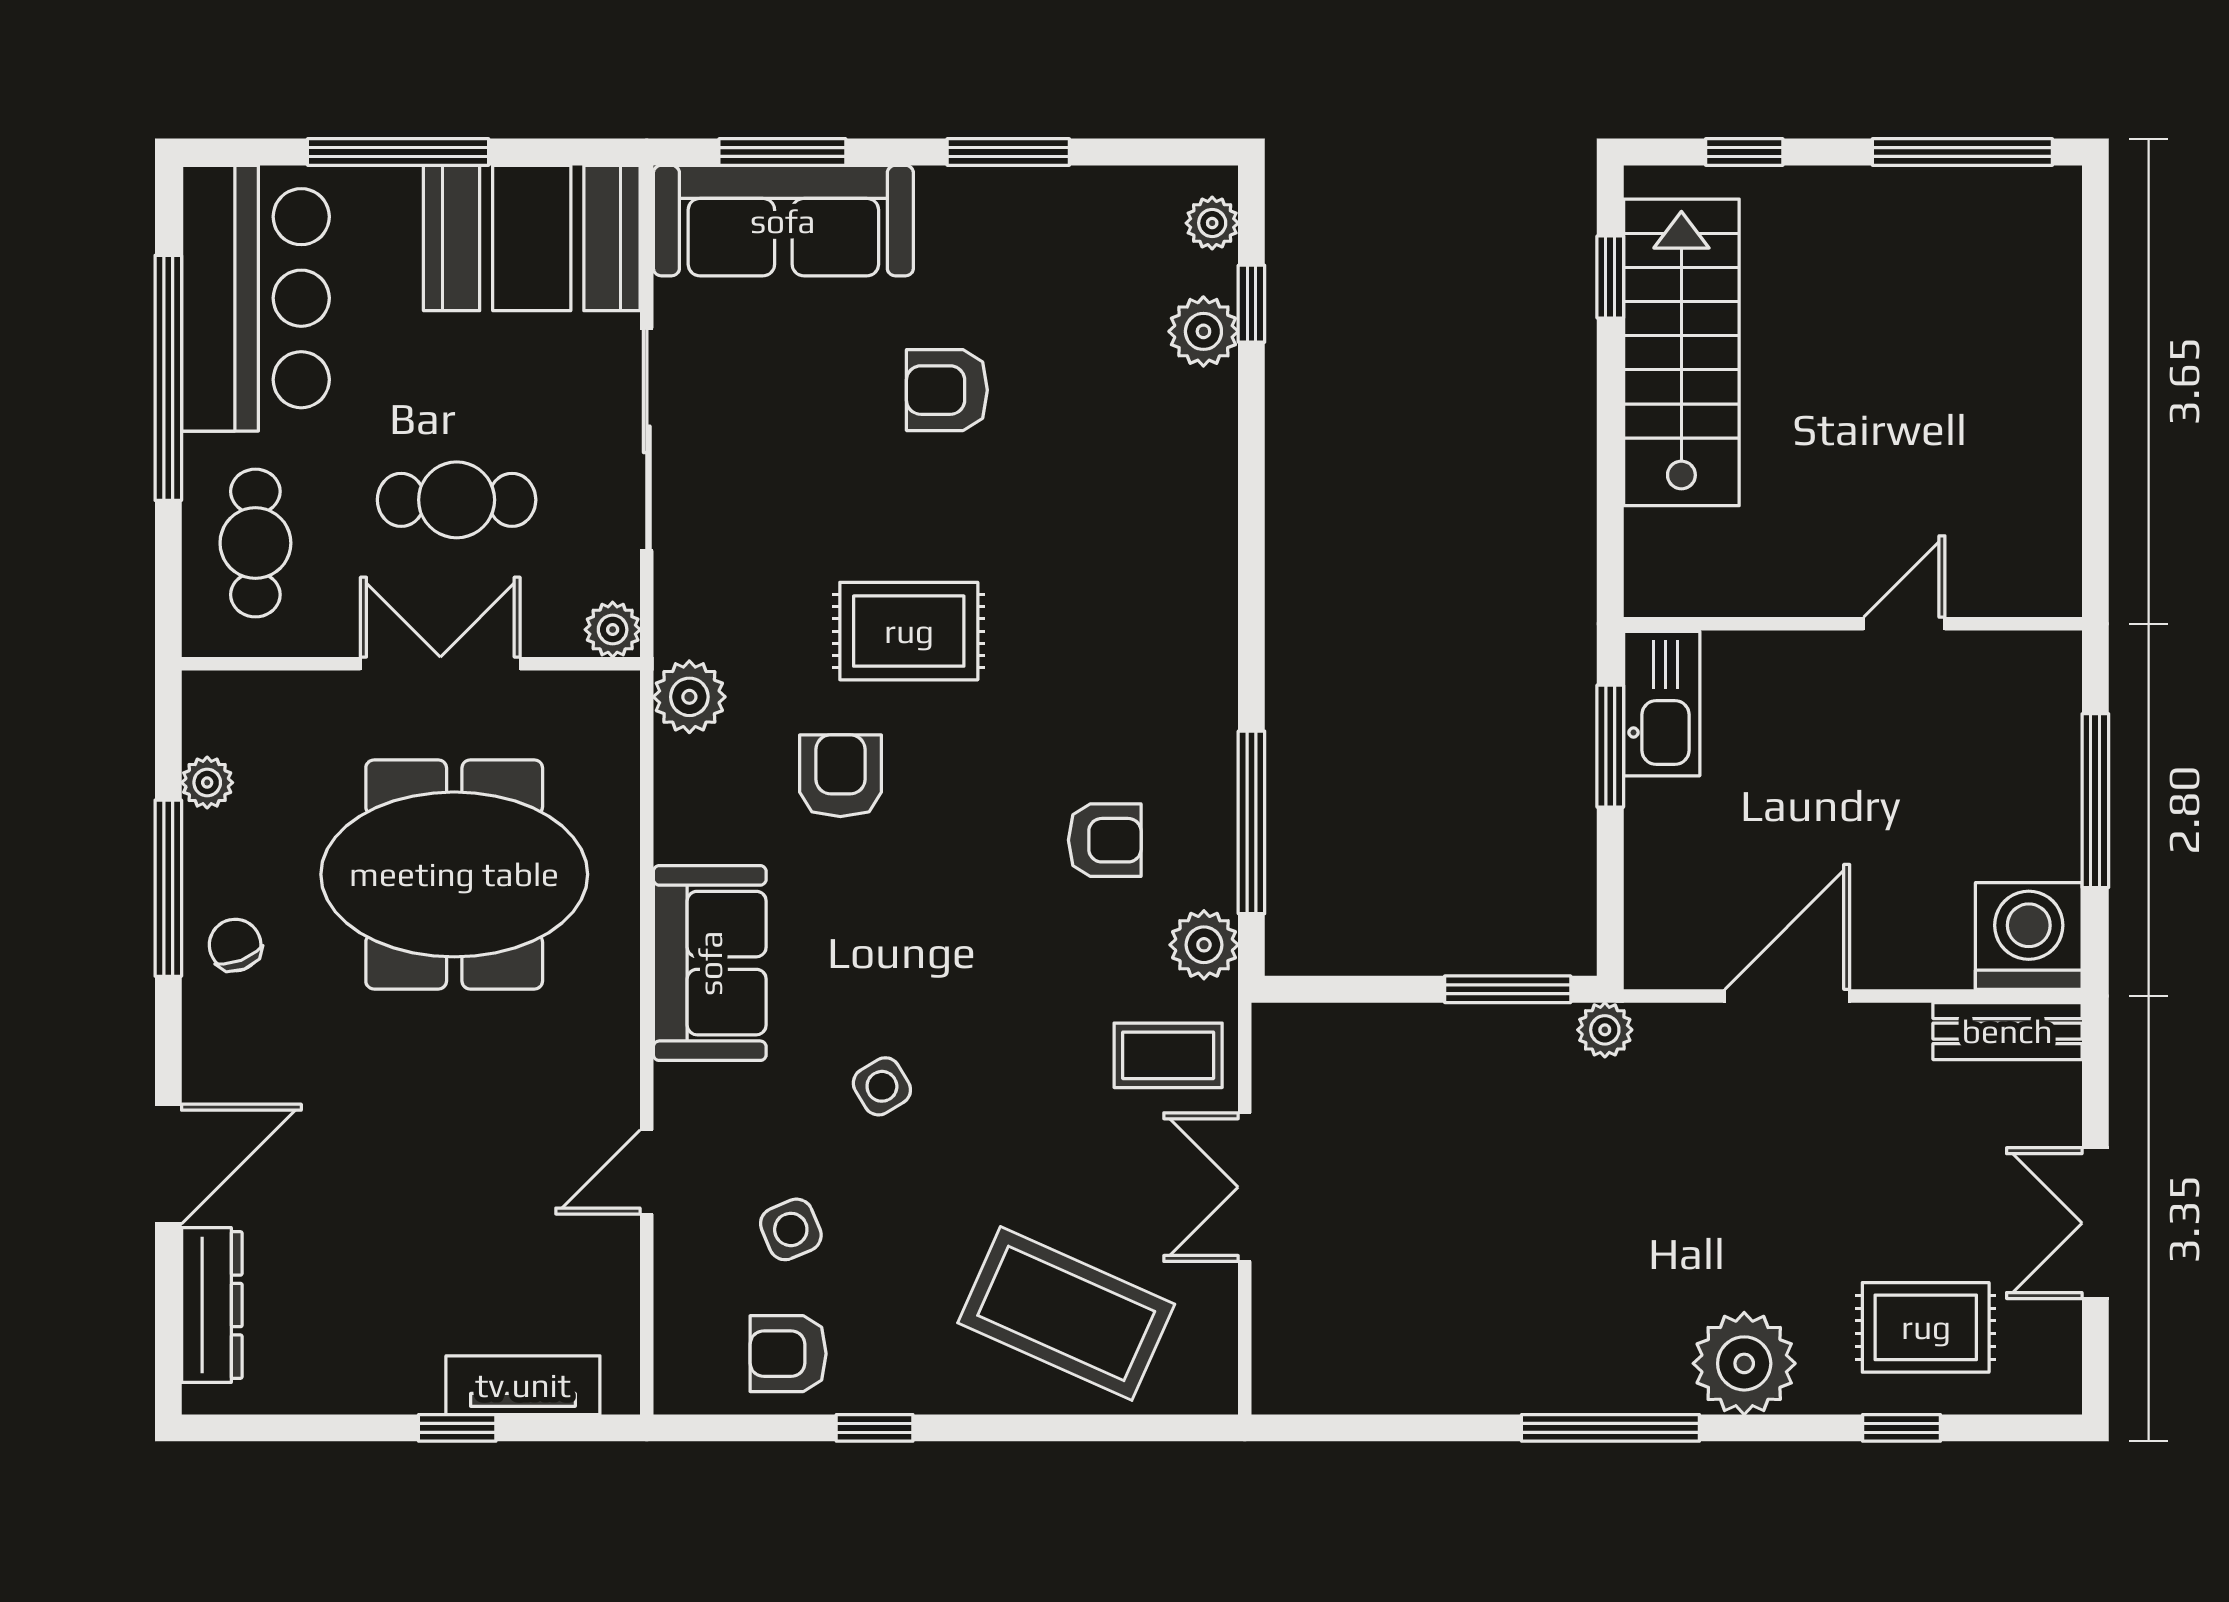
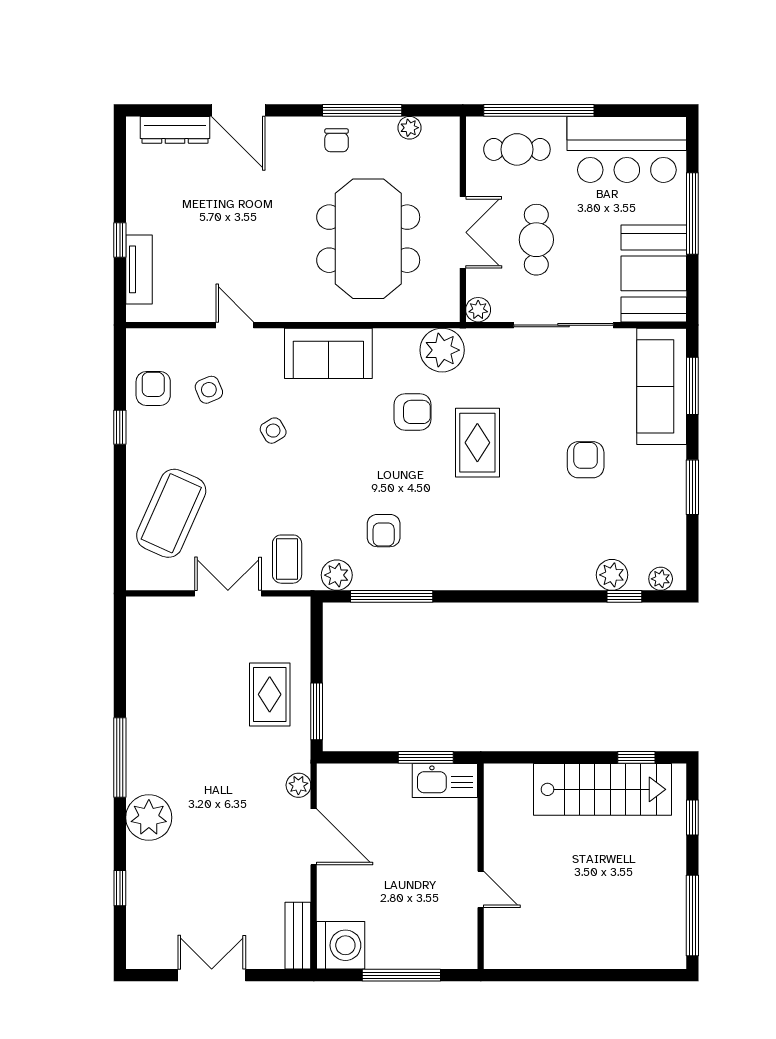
window: (168, 378) -> (539, 110), moved
plant: (689, 697) -> (442, 350), width x1.36, depth x1.36
chair: (235, 945) -> (337, 140), turned 111
plant: (1605, 1030) -> (298, 785), moved
rug: (1926, 1327) -> (270, 694), moved

